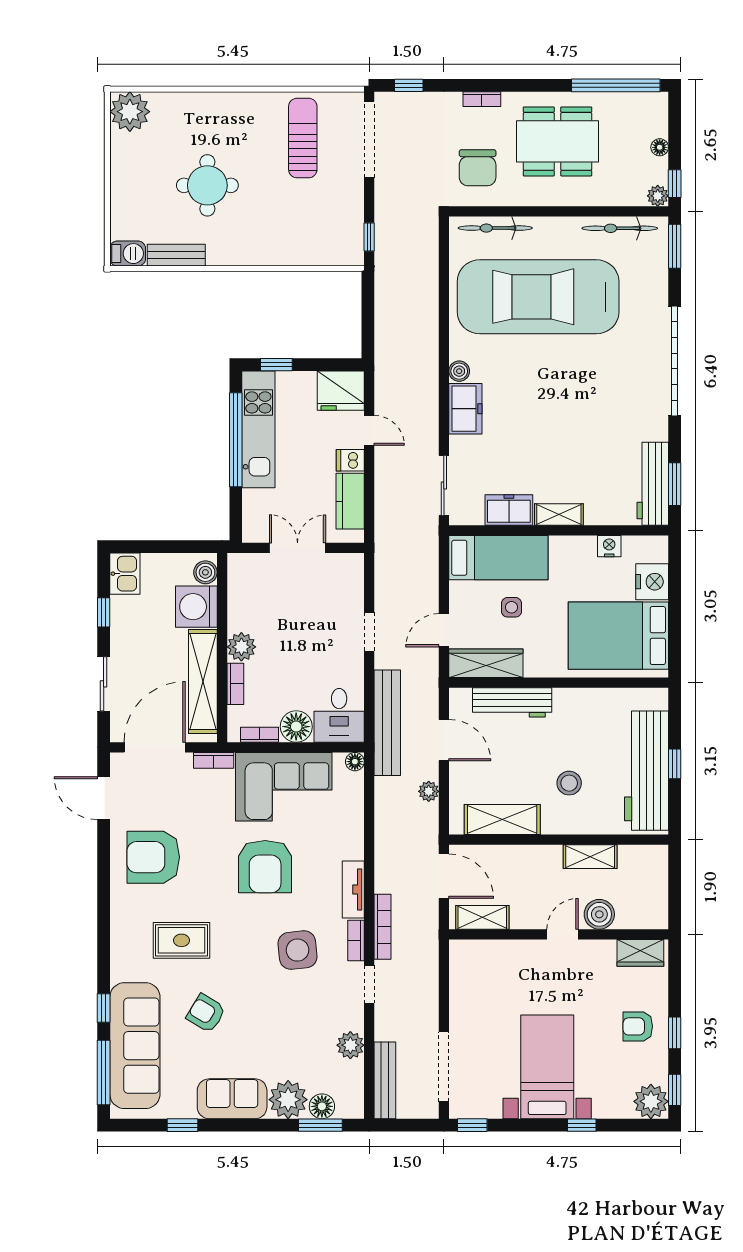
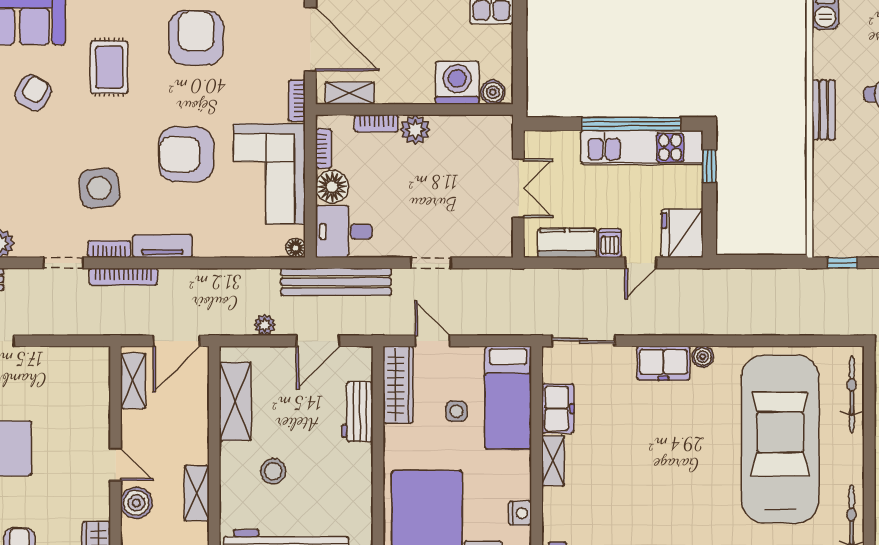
bench: (176, 255) -> (824, 110), moved
shelving: (203, 681) -> (350, 93), width x0.45, depth x0.75
workbench: (512, 702) -> (357, 412), width x0.73

